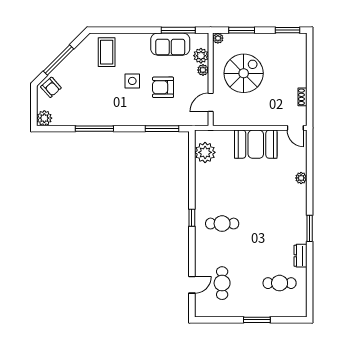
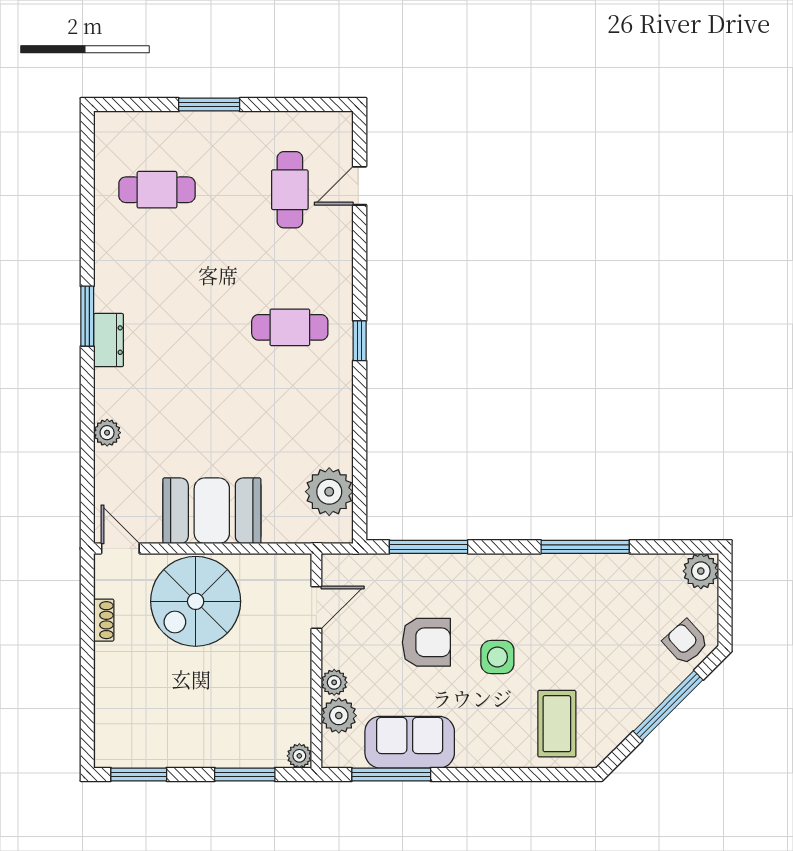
spiral stairs: (244, 73) -> (196, 601), moved
dresser: (300, 256) -> (109, 340), moved

